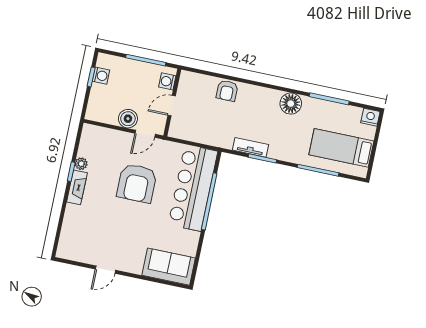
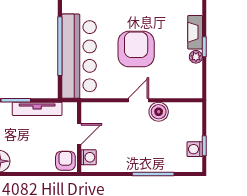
washing machine: (167, 81) -> (89, 157), moved
wall: (172, 103) -> (79, 137), moved
door: (172, 106) -> (79, 134), moved
tv unit: (250, 147) -> (37, 109), width x1.41

